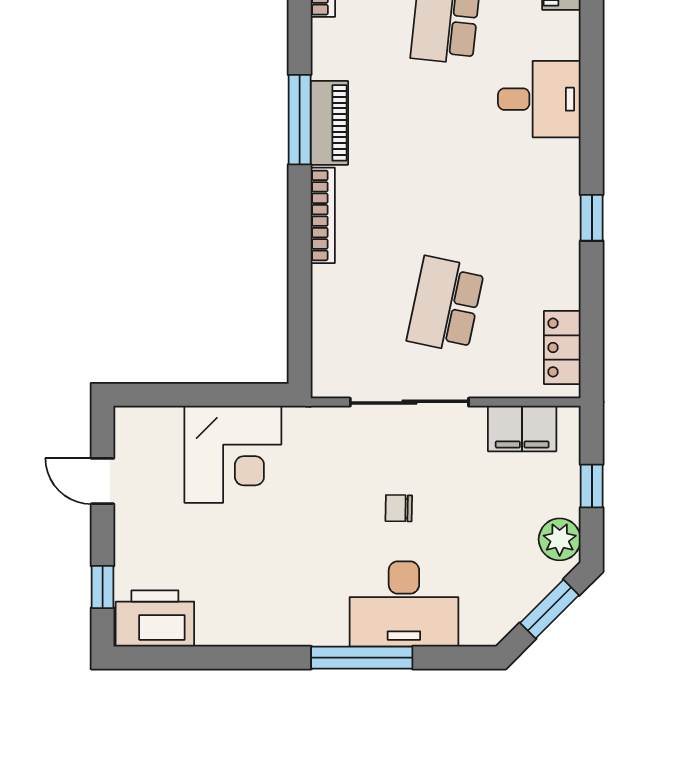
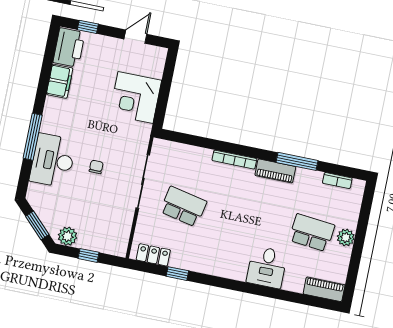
window: (300, 120) -> (297, 161), moved
window: (592, 218) -> (177, 274), moved
filing cabinet: (522, 429) -> (60, 81), moved, turned 180

